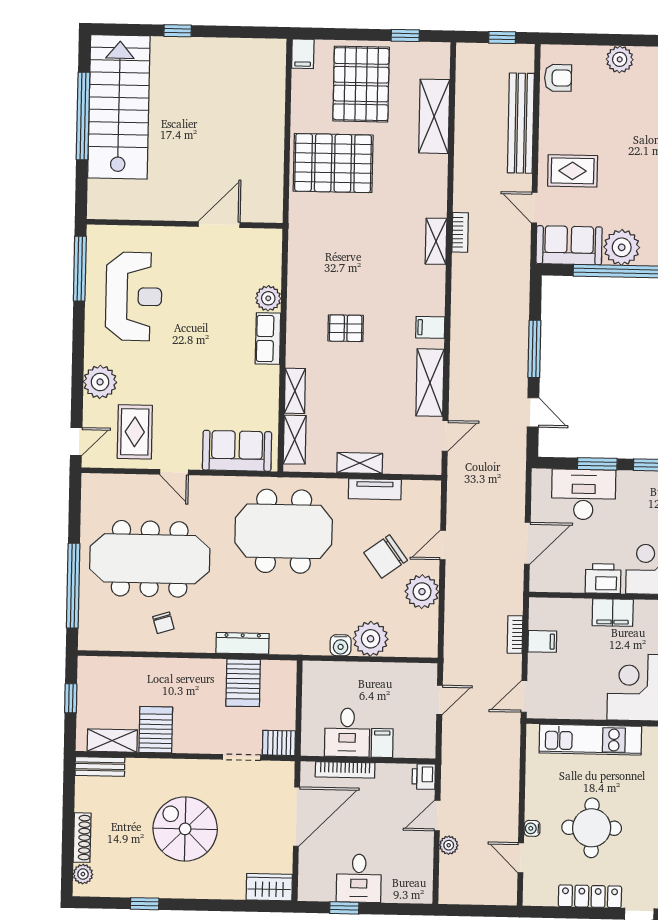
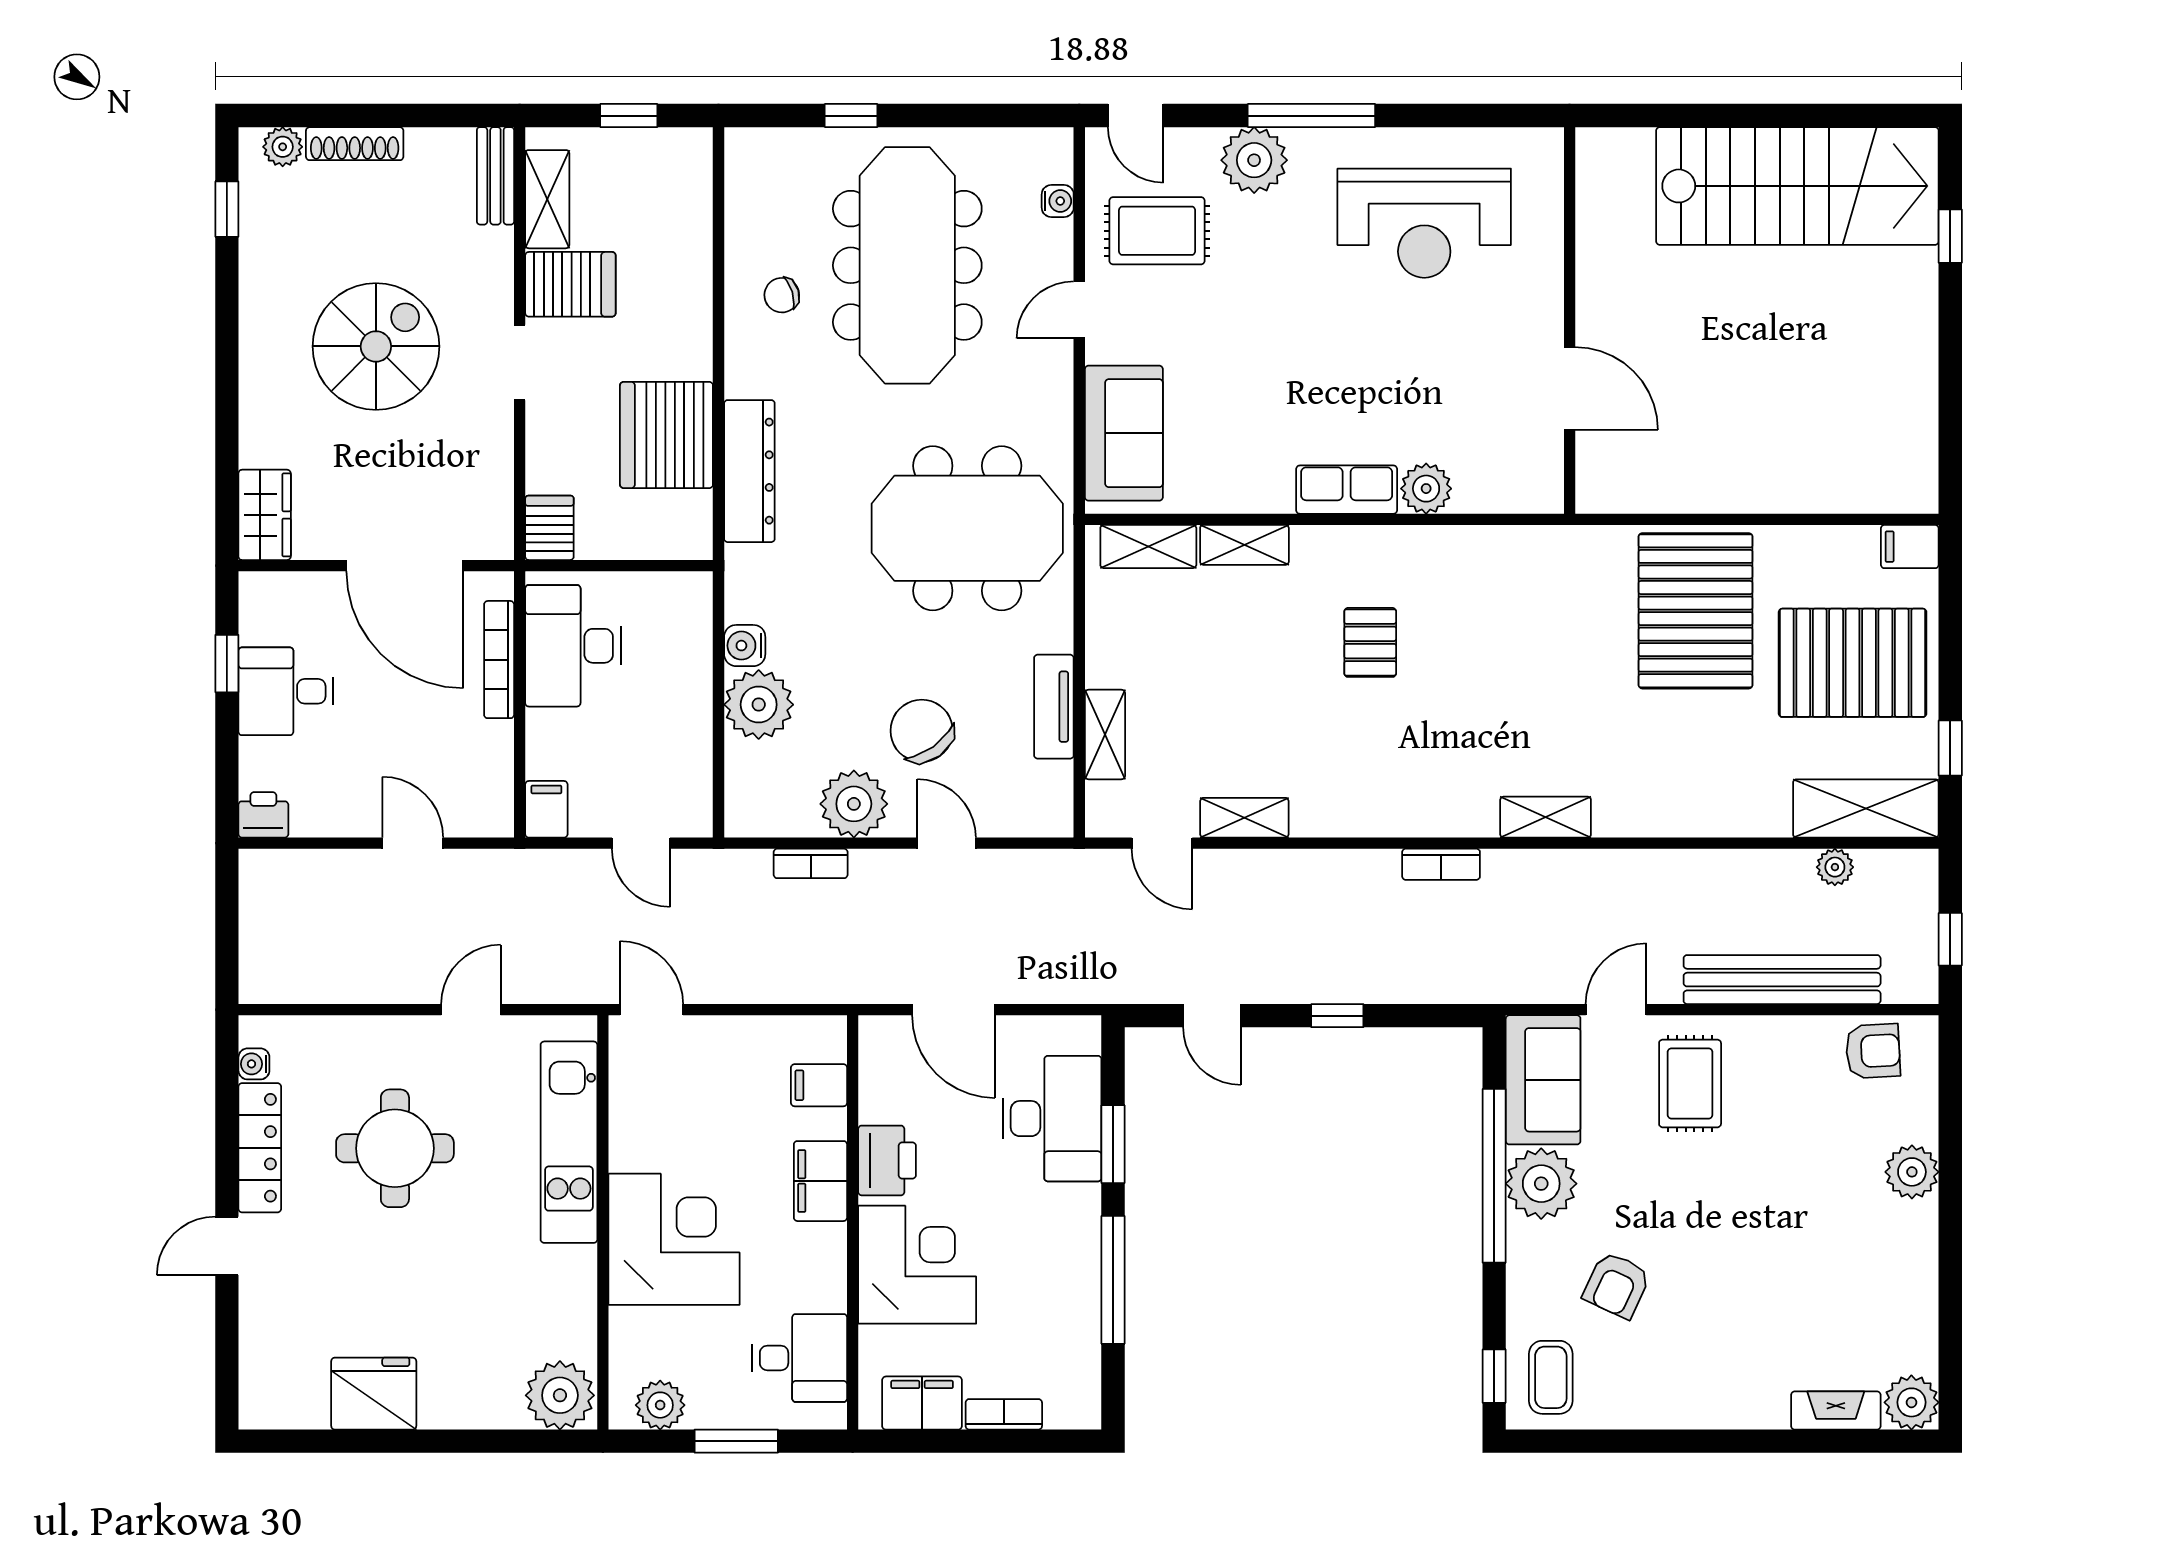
window: (178, 31) -> (1950, 236), moved
armchair: (558, 78) -> (1873, 1051), turned -93
window: (83, 116) -> (1778, 116), removed
shelving: (434, 116) -> (1866, 808), moved
bookcase: (460, 232) -> (1441, 864), moved
window: (80, 269) -> (1311, 116), moved
filing cabinet: (430, 327) -> (1375, 809), removed
window: (534, 349) -> (1337, 1016), width x0.46
shelving: (430, 383) -> (1244, 818), width x0.67, depth x0.75
door: (533, 412) -> (1212, 1016), hinge flipped
shelving: (360, 463) -> (1105, 735), moved
water cooler: (119, 482) -> (1058, 201), added
meeting table: (284, 531) -> (967, 528), turned 90
window: (73, 586) -> (851, 116), width x0.32
bookcase: (515, 635) -> (811, 863), moved, turned 180
filing cabinet: (542, 641) -> (819, 1085), moved, turned 90
dresser: (243, 643) -> (749, 471), width x1.37, depth x1.24
server rack: (243, 683) -> (666, 435), width x1.60
desk: (347, 732) -> (573, 646), width x1.37
filing cabinet: (382, 743) -> (546, 809), moved, turned -90
doorway: (242, 757) -> (520, 363), moved
printer: (424, 777) -> (263, 815), moved
water cooler: (532, 828) -> (254, 1064), moved, turned -90
plant: (449, 845) -> (1835, 867), moved
door: (521, 858) -> (471, 1010), moved
window: (145, 904) -> (227, 209), moved

